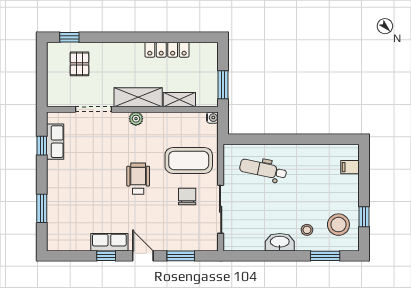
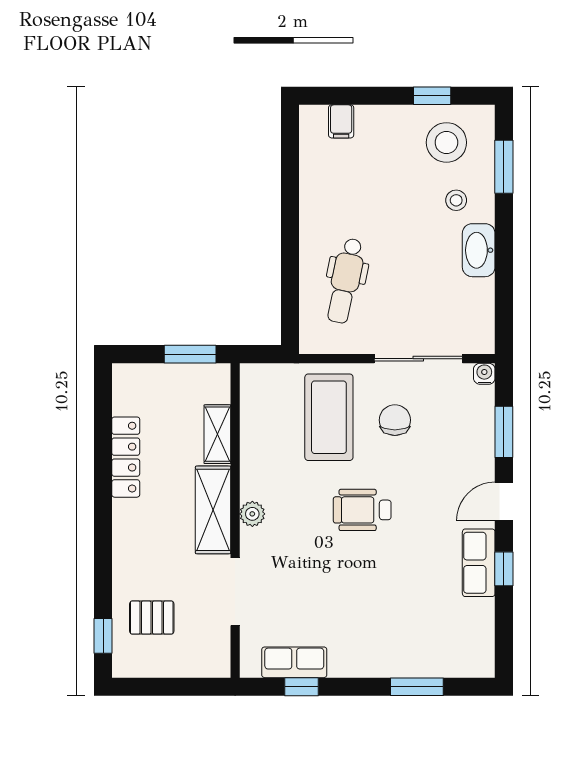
water cooler: (212, 118) -> (484, 374), moved
chair: (187, 196) -> (395, 420), turned 90

